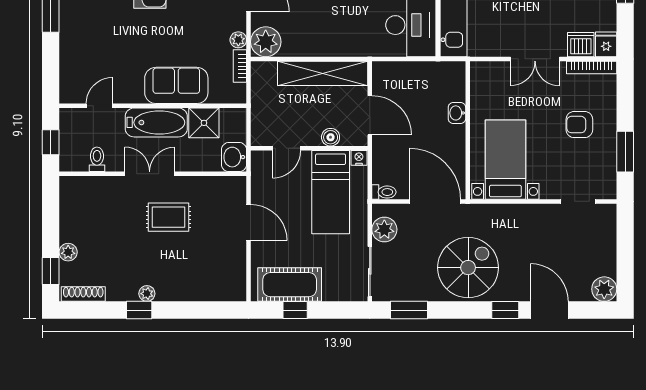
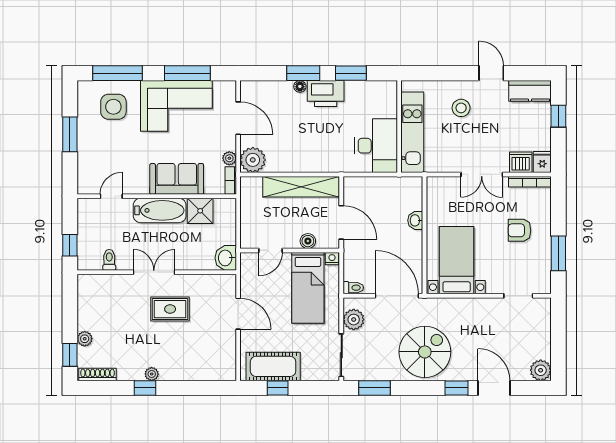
sofa: (176, 85) -> (177, 179), moved
door: (99, 106) -> (111, 196), moved
wall: (153, 106) -> (157, 196), moved
bathtub: (156, 122) -> (160, 210), moved
shower: (204, 123) -> (200, 211), moved

